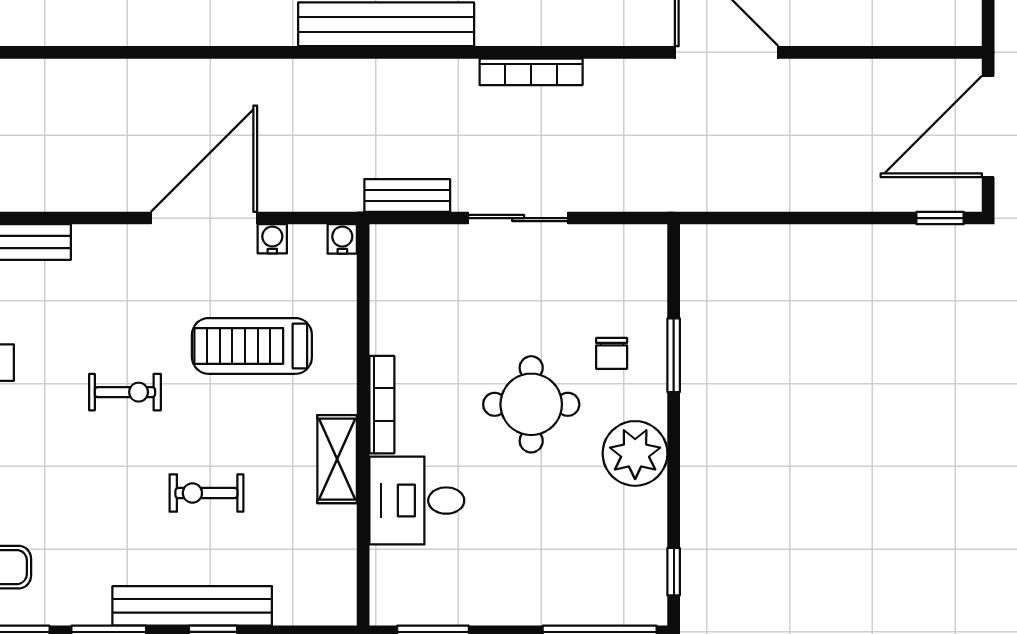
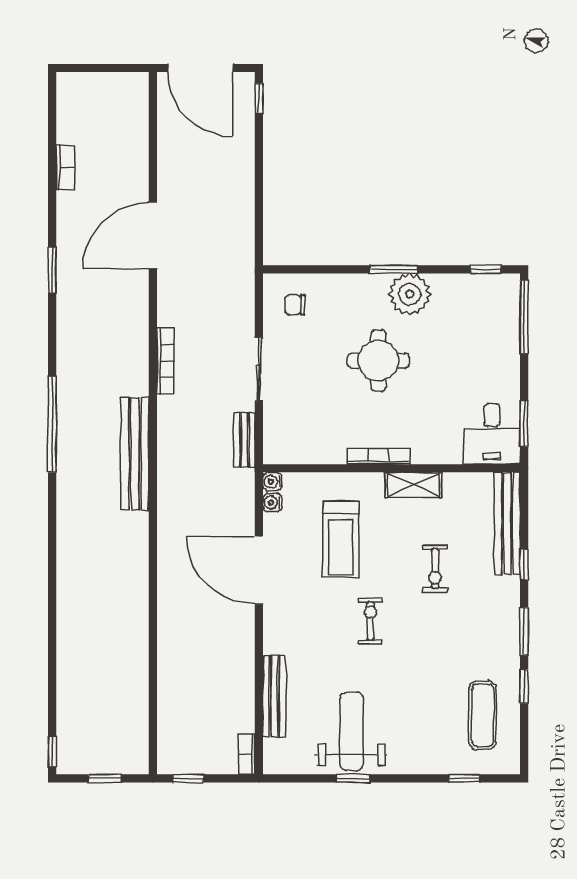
water cooler: (272, 239) -> (272, 503), moved
chair: (612, 353) -> (295, 305), moved, turned 180
window: (674, 355) -> (394, 269), moved
desk: (417, 501) -> (492, 434), moved
bench: (192, 606) -> (507, 523), moved

